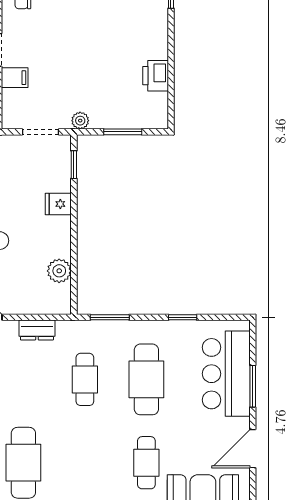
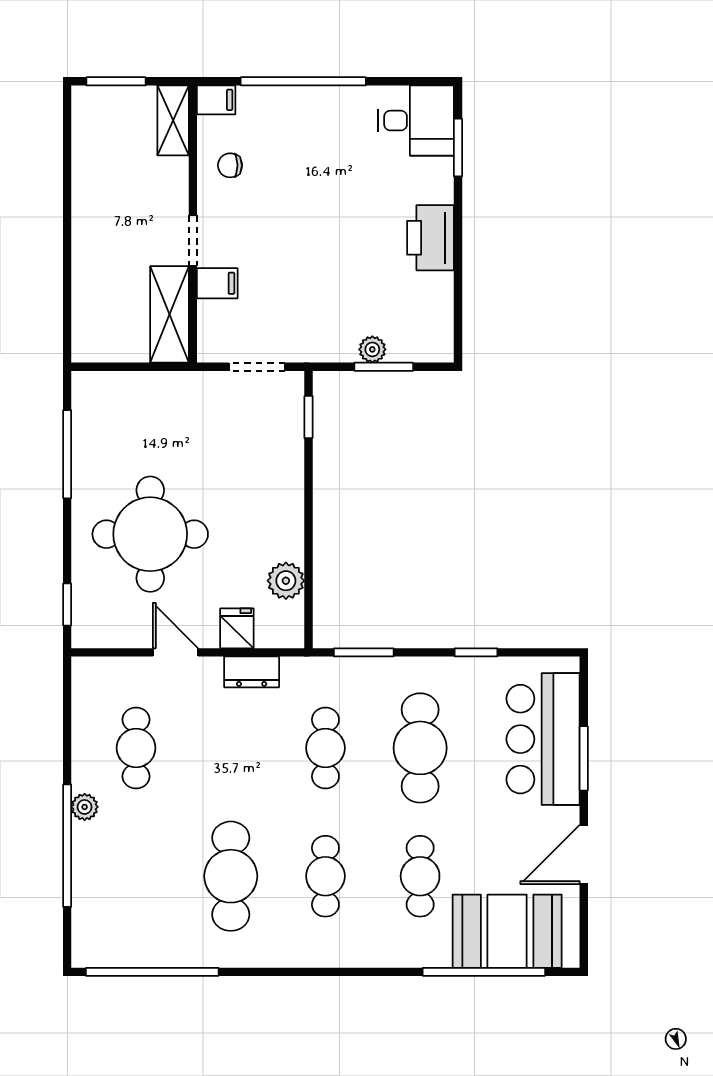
printer: (156, 76) -> (431, 238), moved, width x1.37, depth x1.19
plant: (80, 121) -> (372, 349), moved
fridge: (58, 204) -> (237, 628), moved, turned 90
cafe table: (85, 463) -> (325, 876), added

